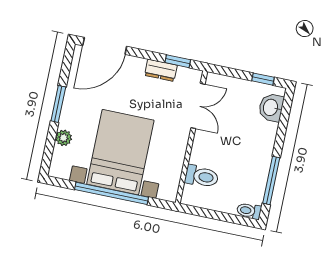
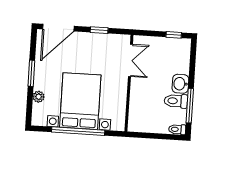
window: (178, 61) -> (99, 30), moved
dresser: (161, 70) -> (101, 39), removed
washbasin: (271, 108) -> (180, 84), moved
toilet: (202, 176) -> (176, 101), moved, turned 180

